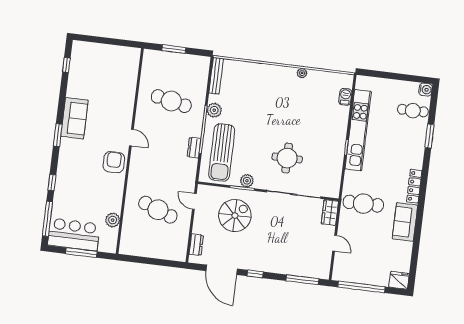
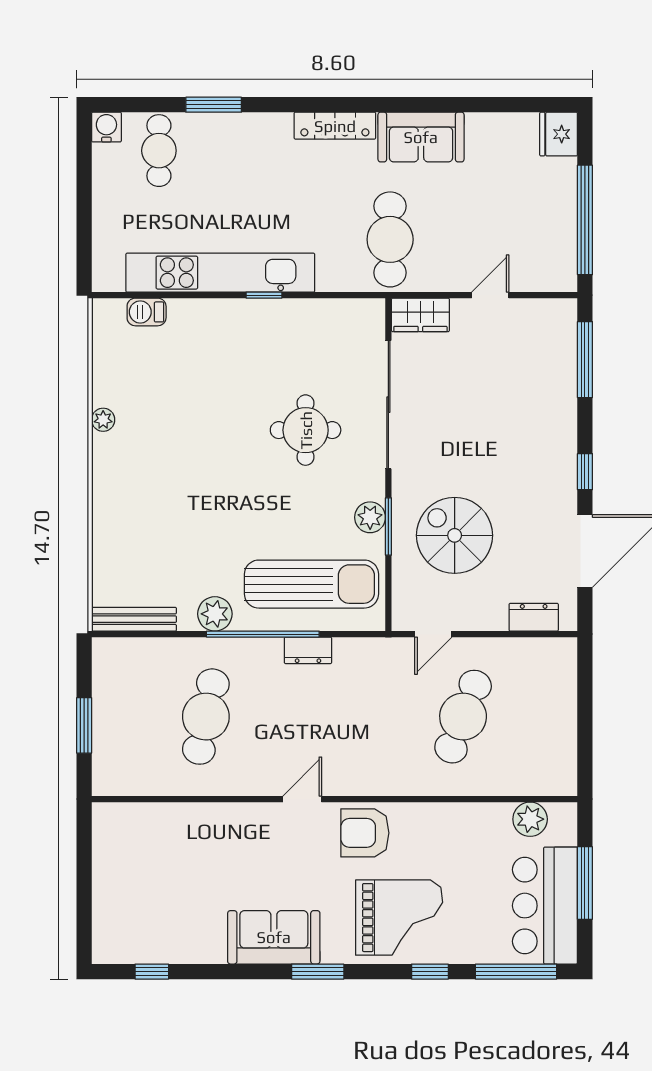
grand piano: (76, 172) -> (399, 918), added
plant: (113, 220) -> (530, 819), moved

